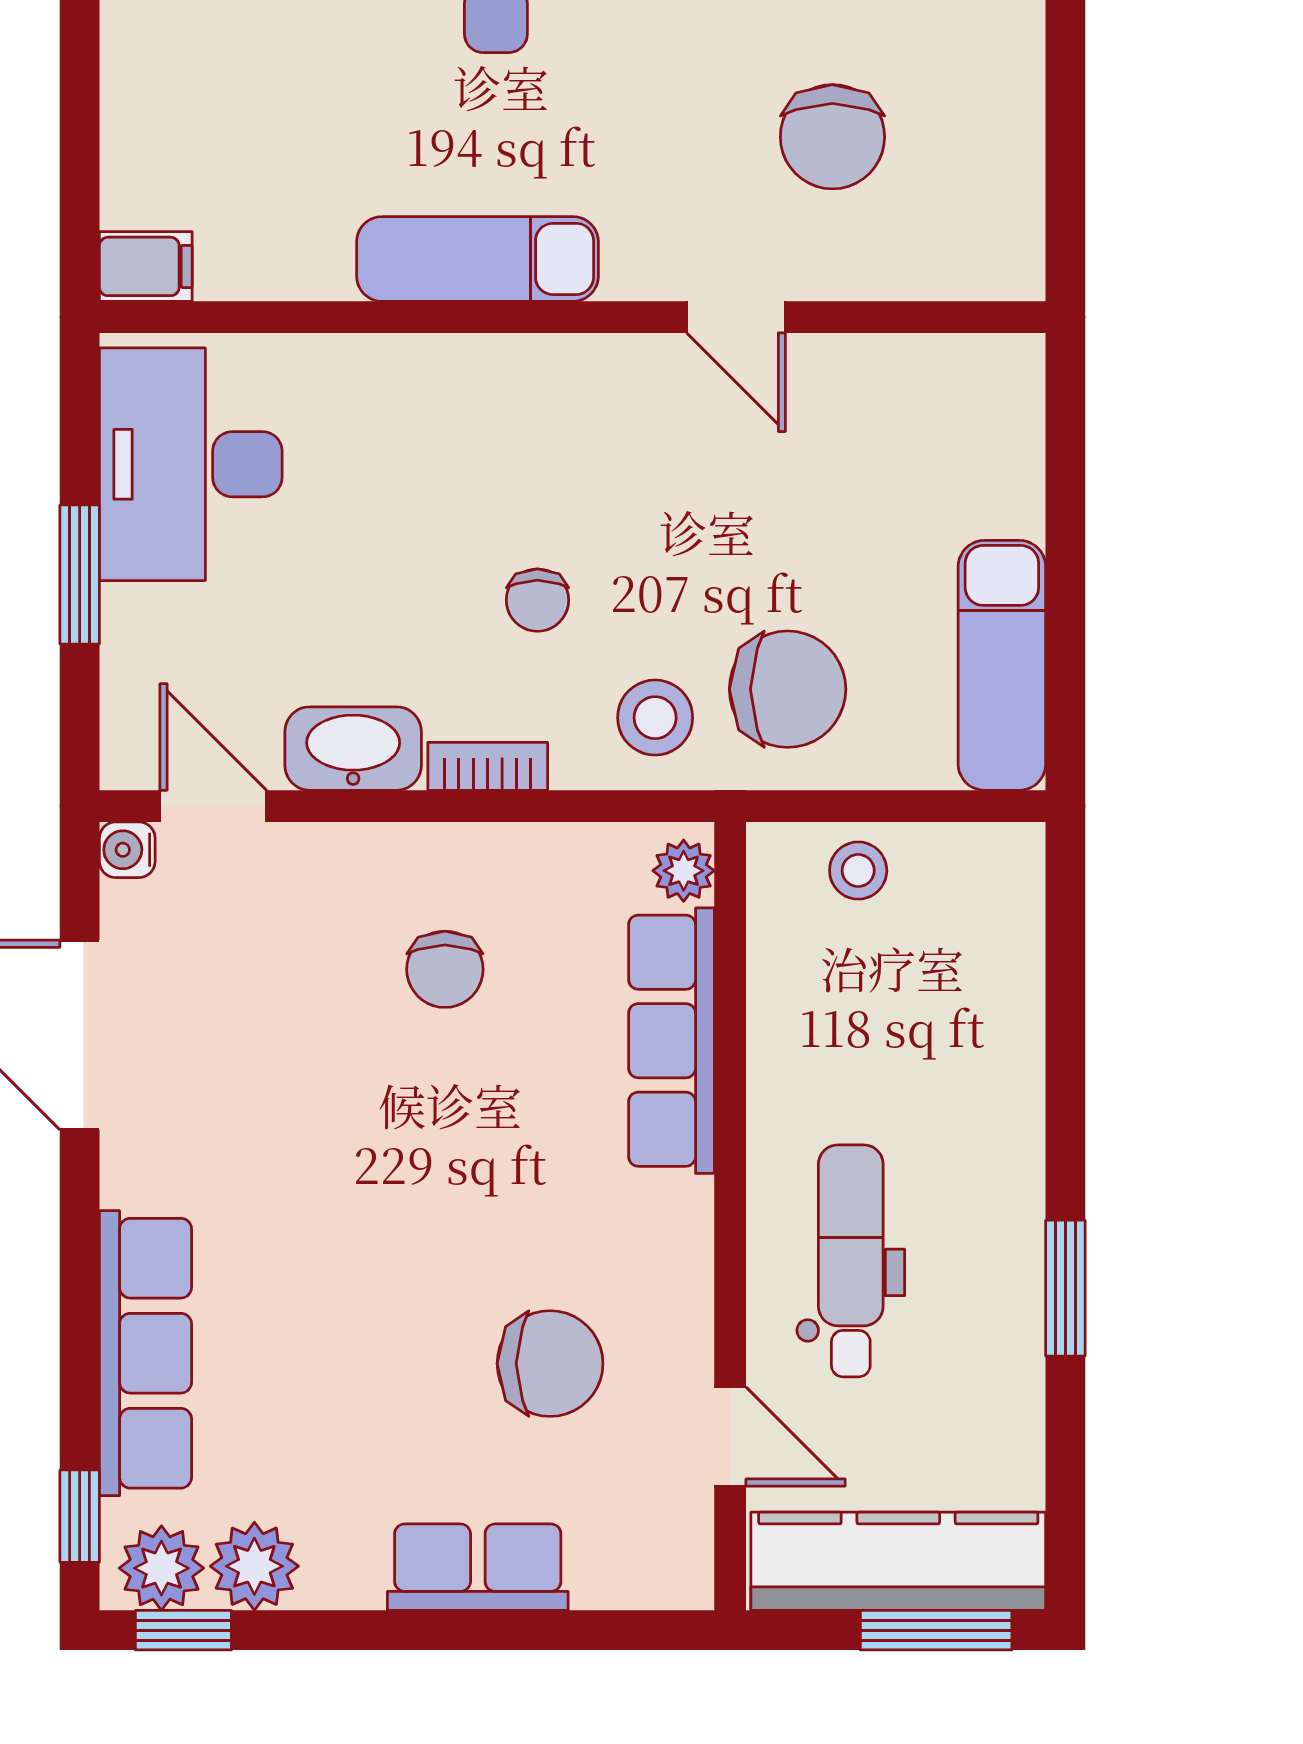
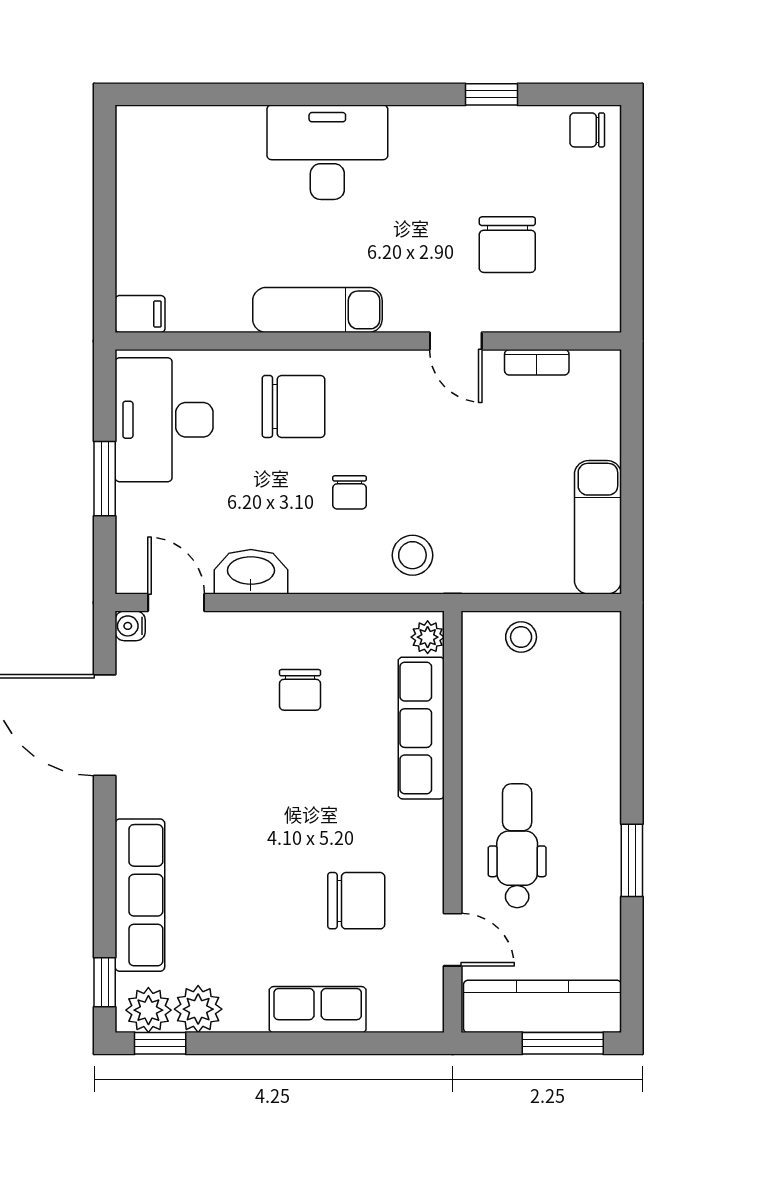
chair: (788, 689) -> (294, 406), moved
bookcase: (488, 766) -> (537, 362), moved, turned 180

